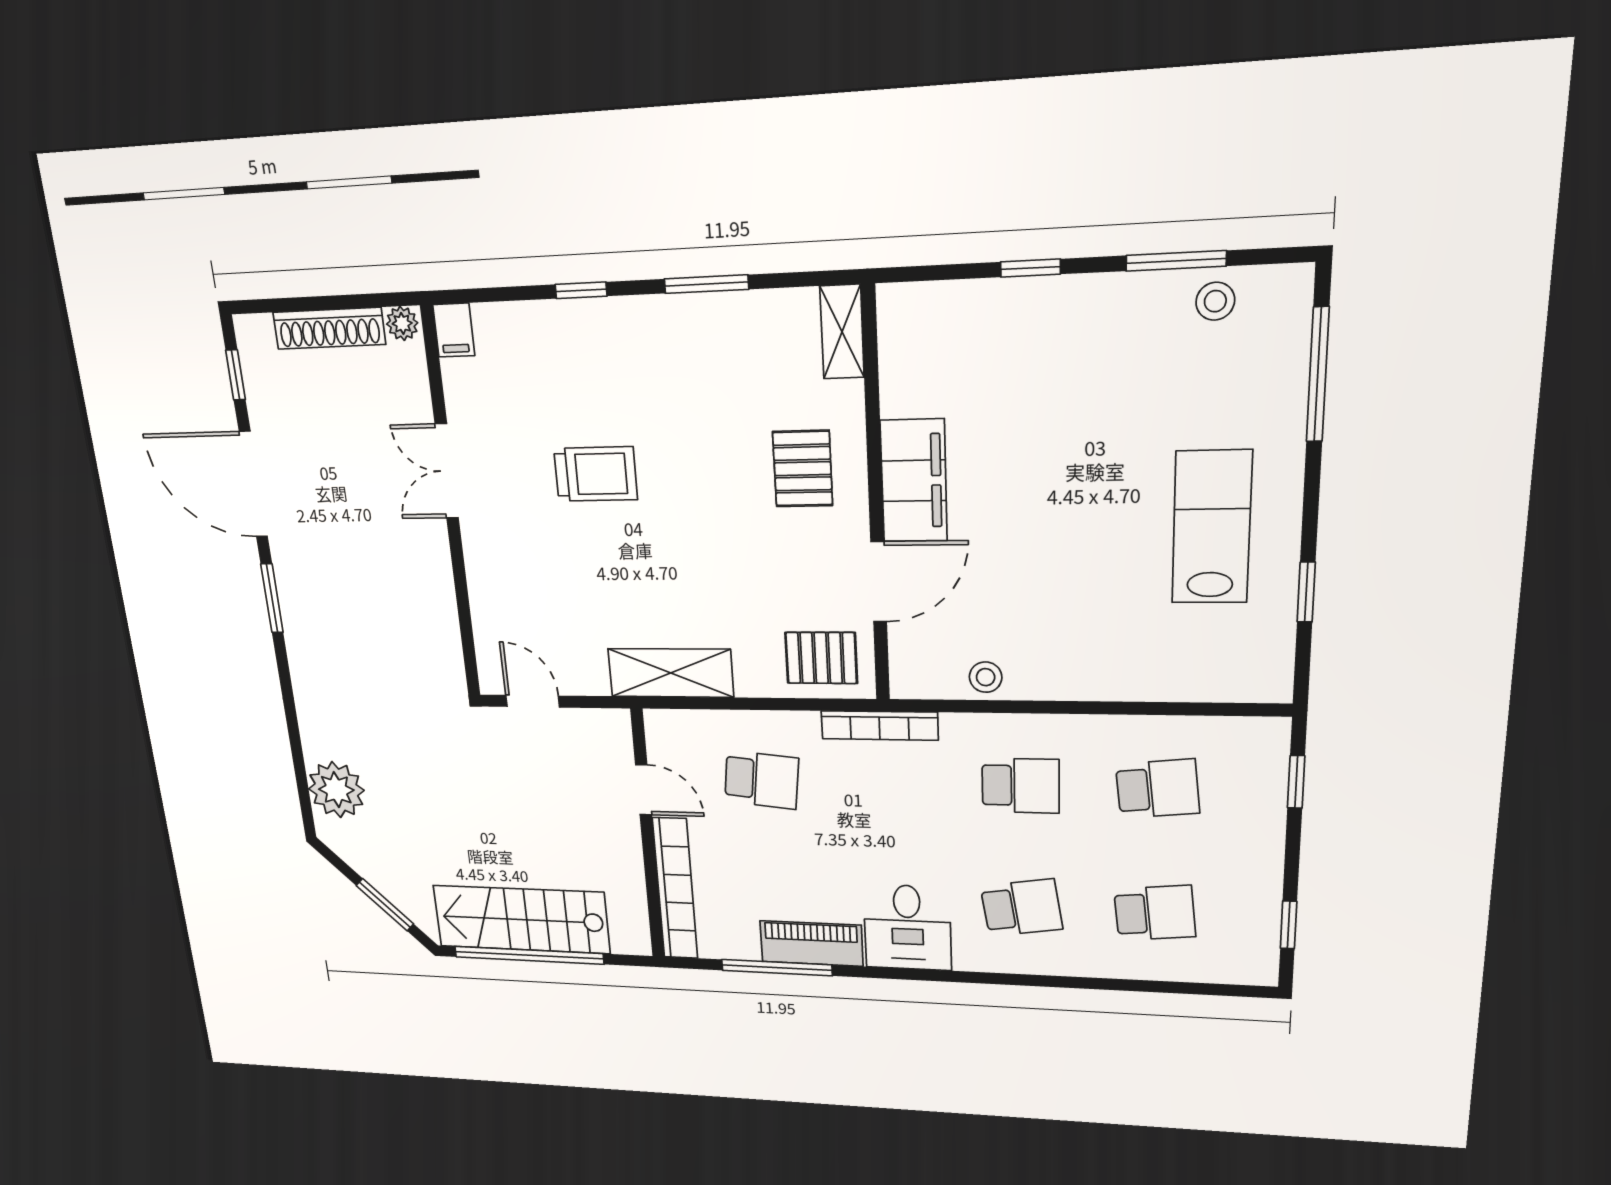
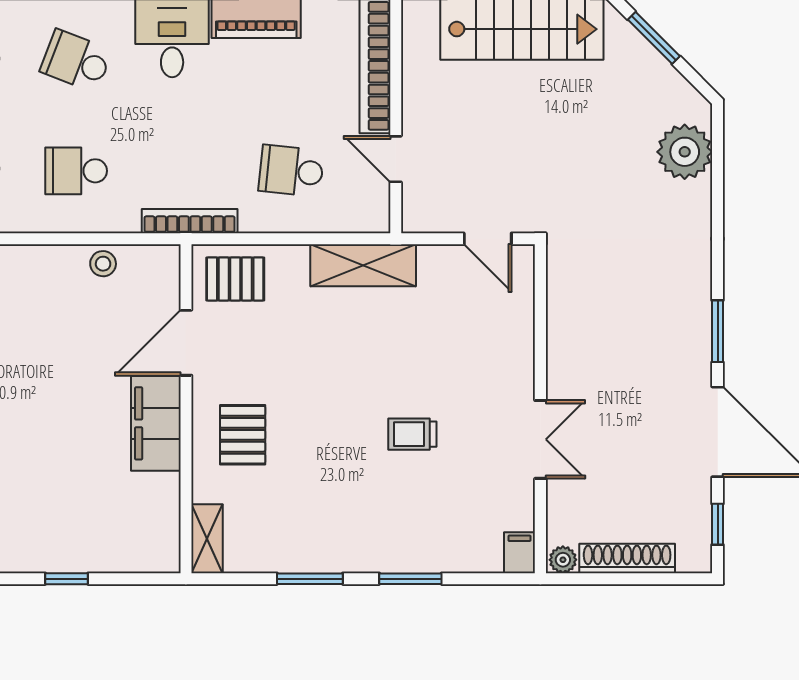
window: (581, 290) -> (410, 579), width x1.50
trolley: (596, 474) -> (412, 434), width x0.73, depth x0.72
school desk: (1021, 908) -> (76, 61), turned 30

